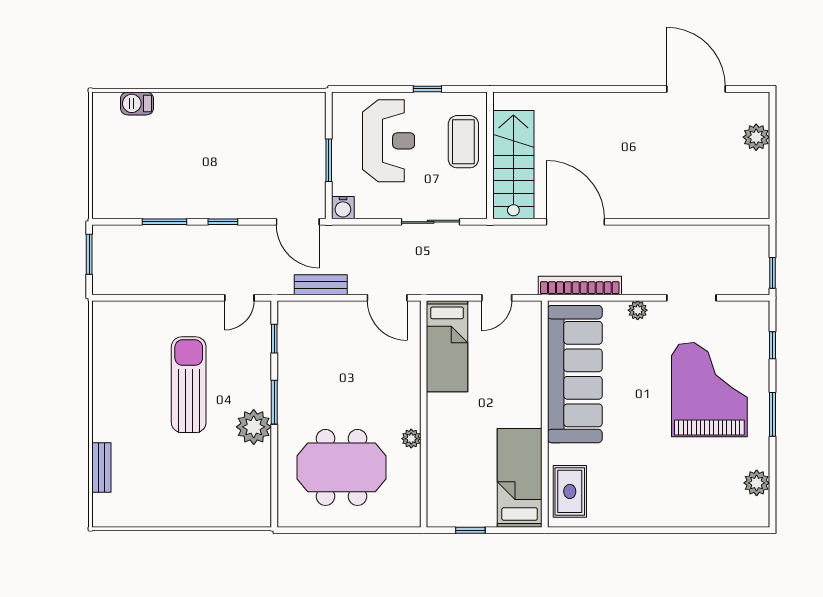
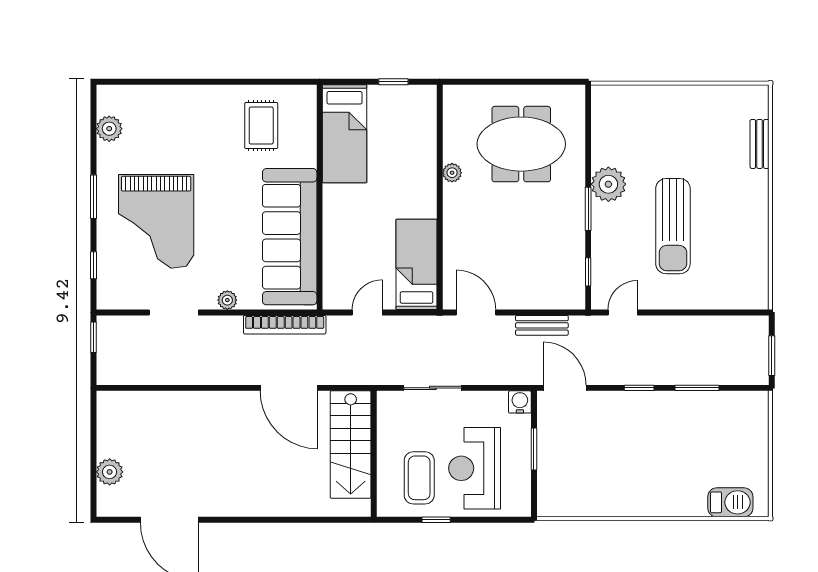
barbecue: (137, 103) -> (730, 502), width x1.38, depth x1.27
coffee table: (463, 142) -> (419, 478), moved
rug: (570, 491) -> (261, 126), moved

